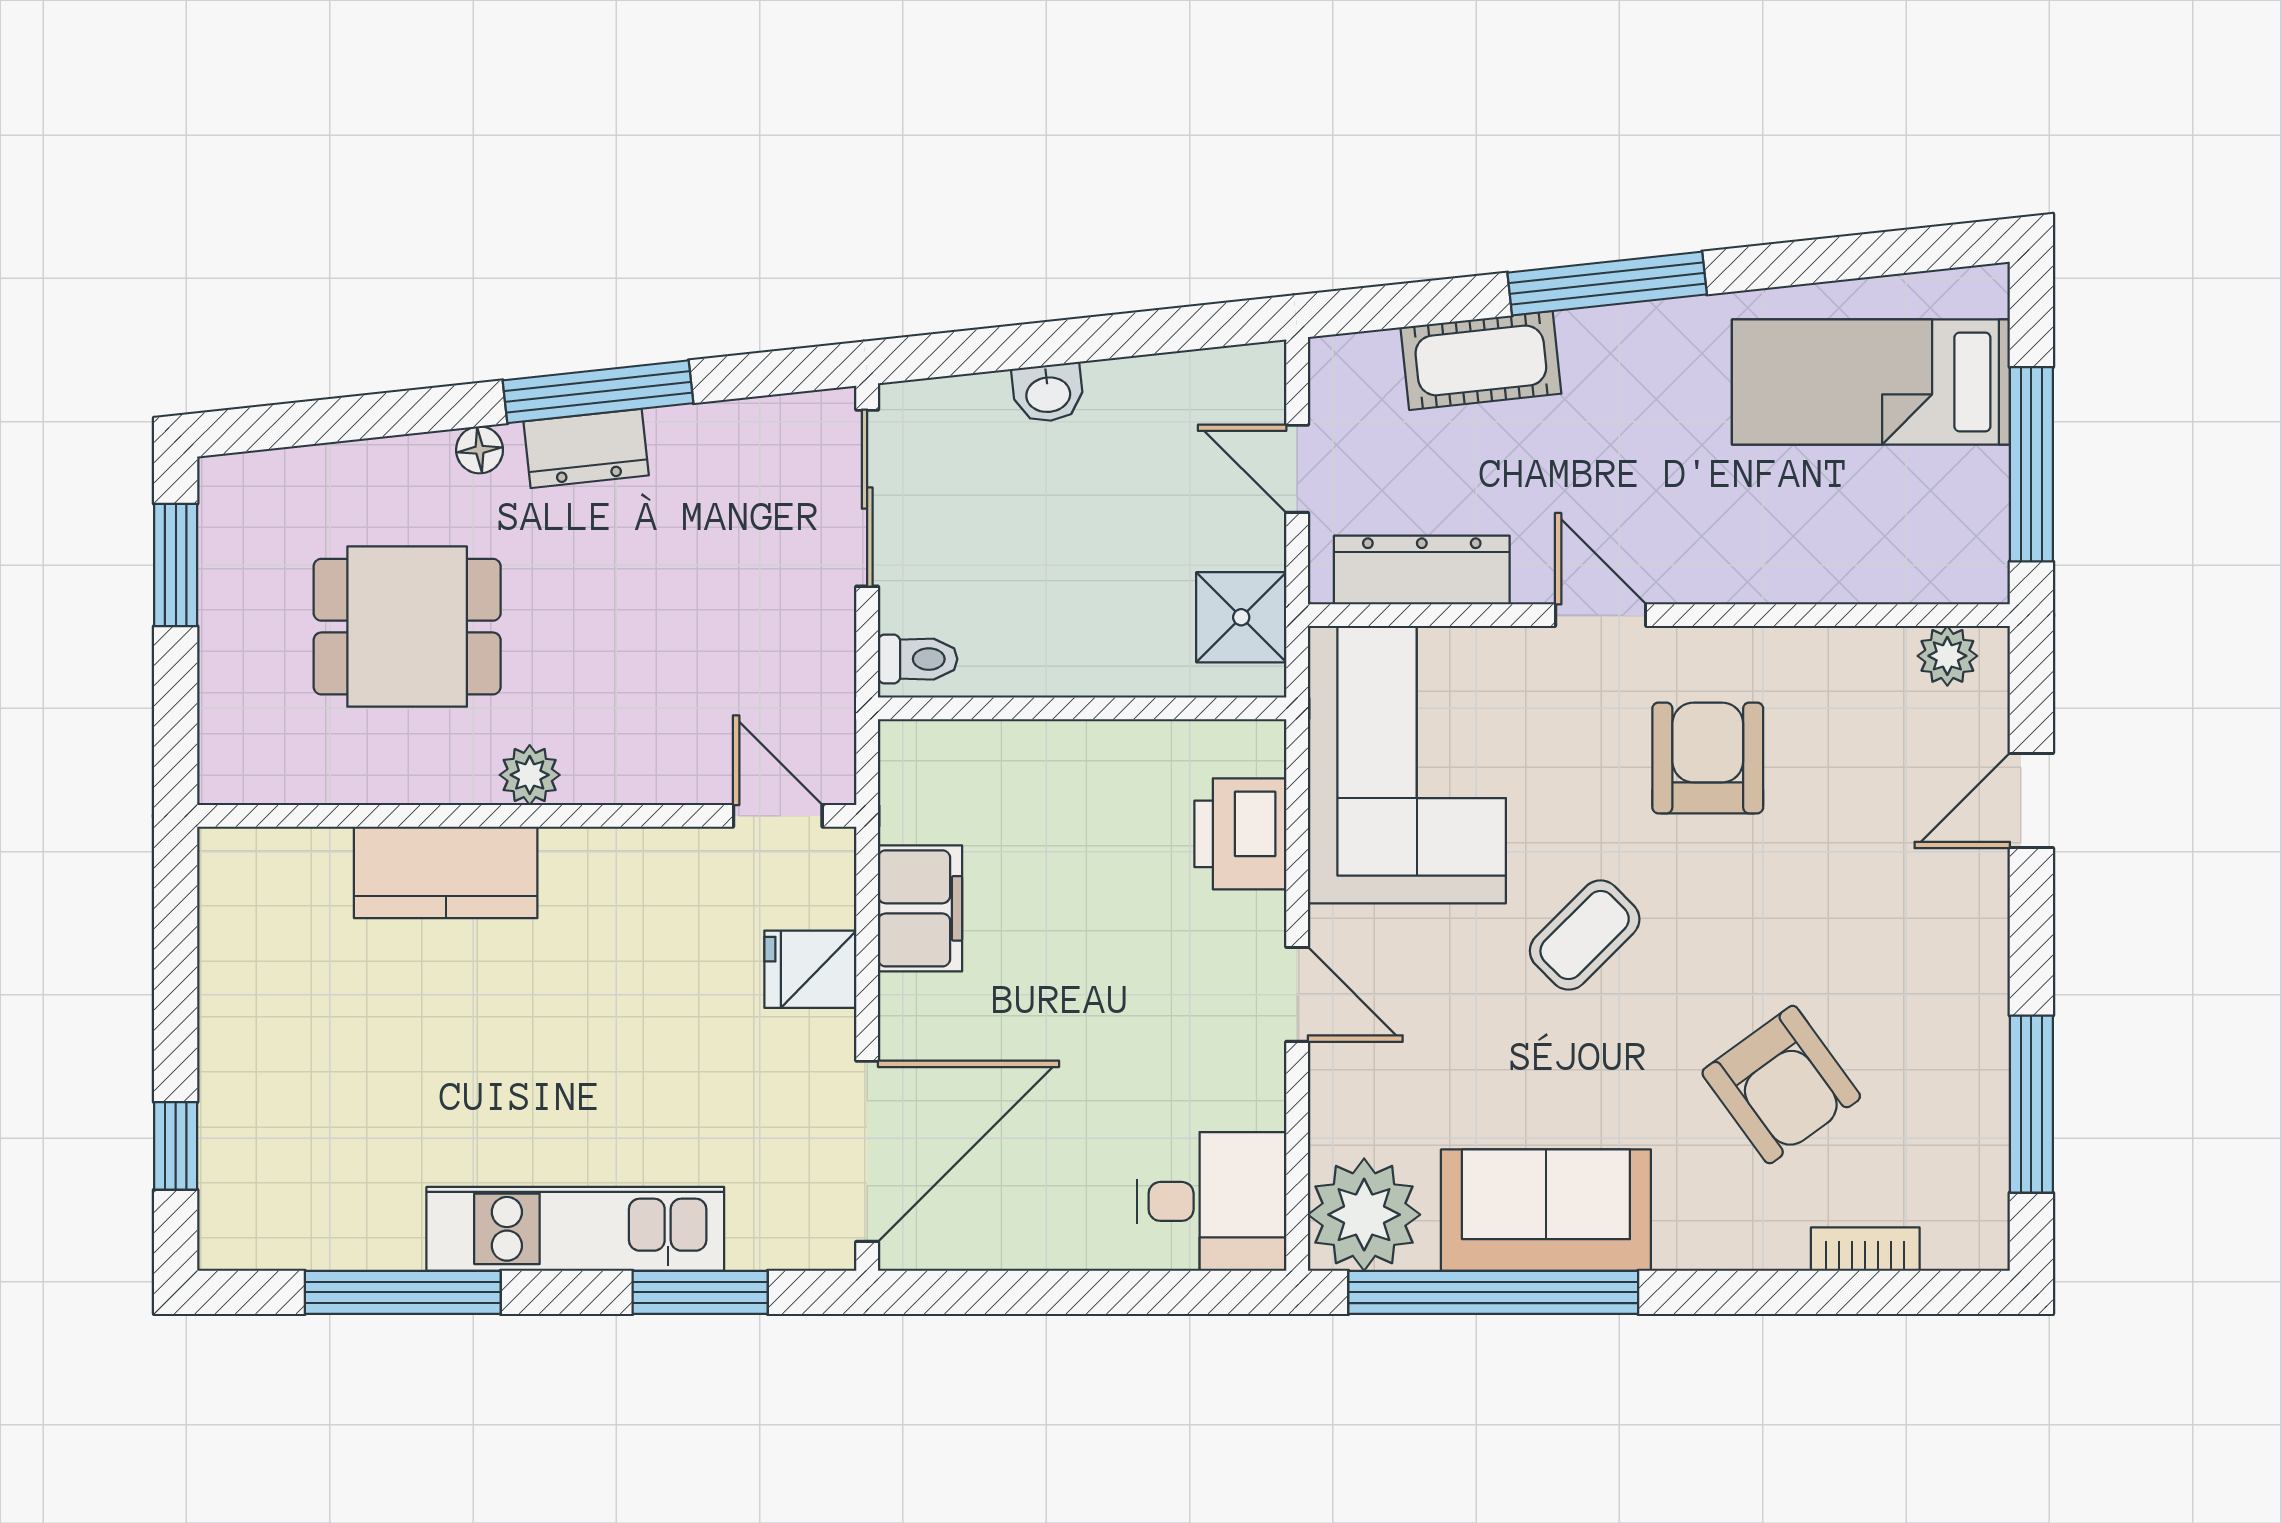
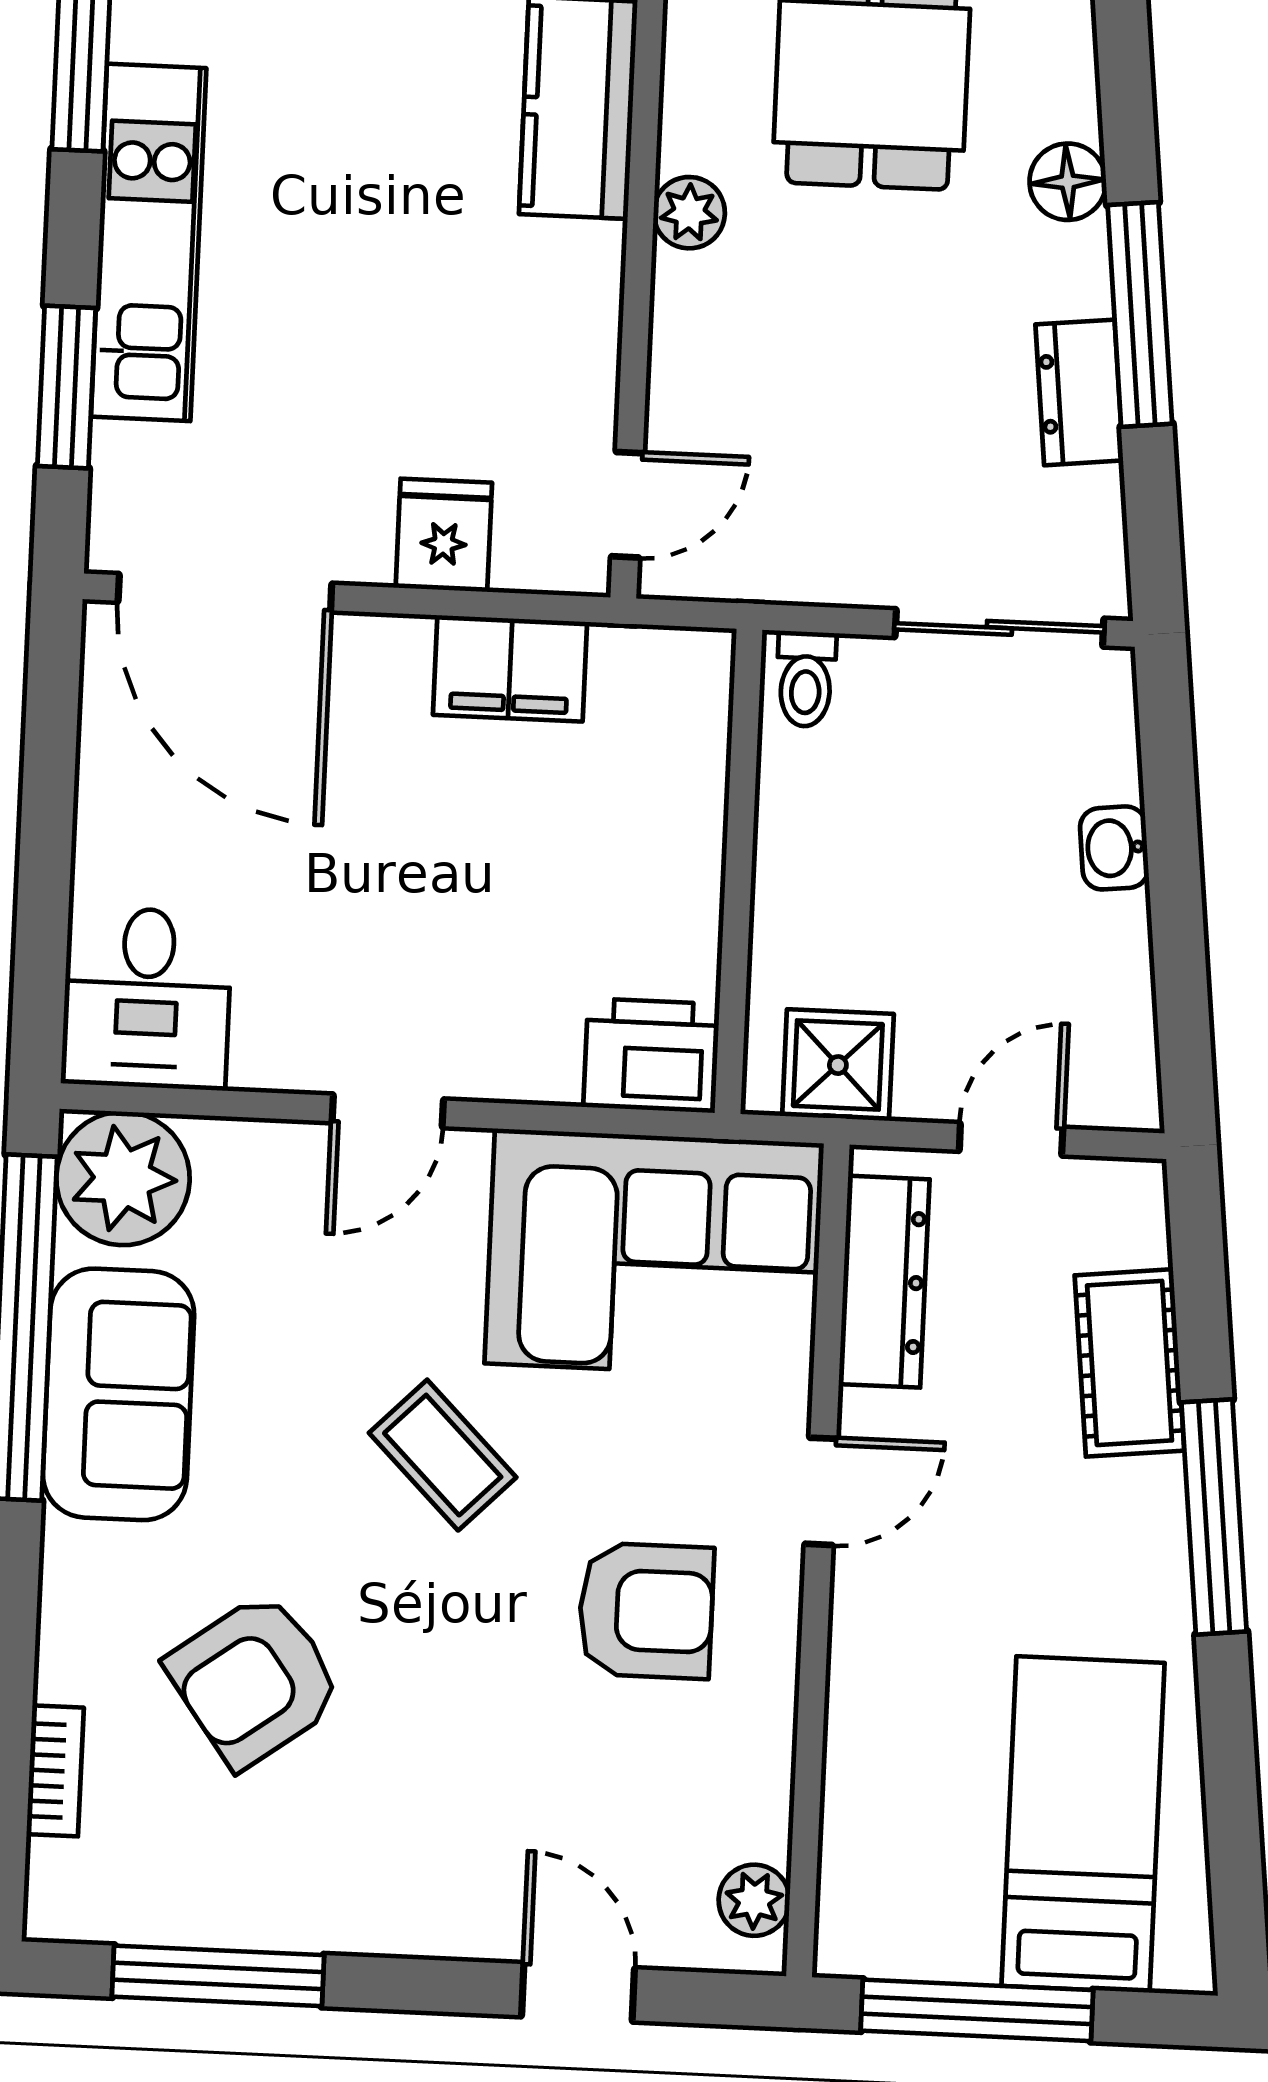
dresser: (586, 448) -> (1079, 392), moved
floor lamp: (480, 450) -> (1068, 182), width x1.37, depth x1.37
printer: (1240, 834) -> (651, 1056), moved

